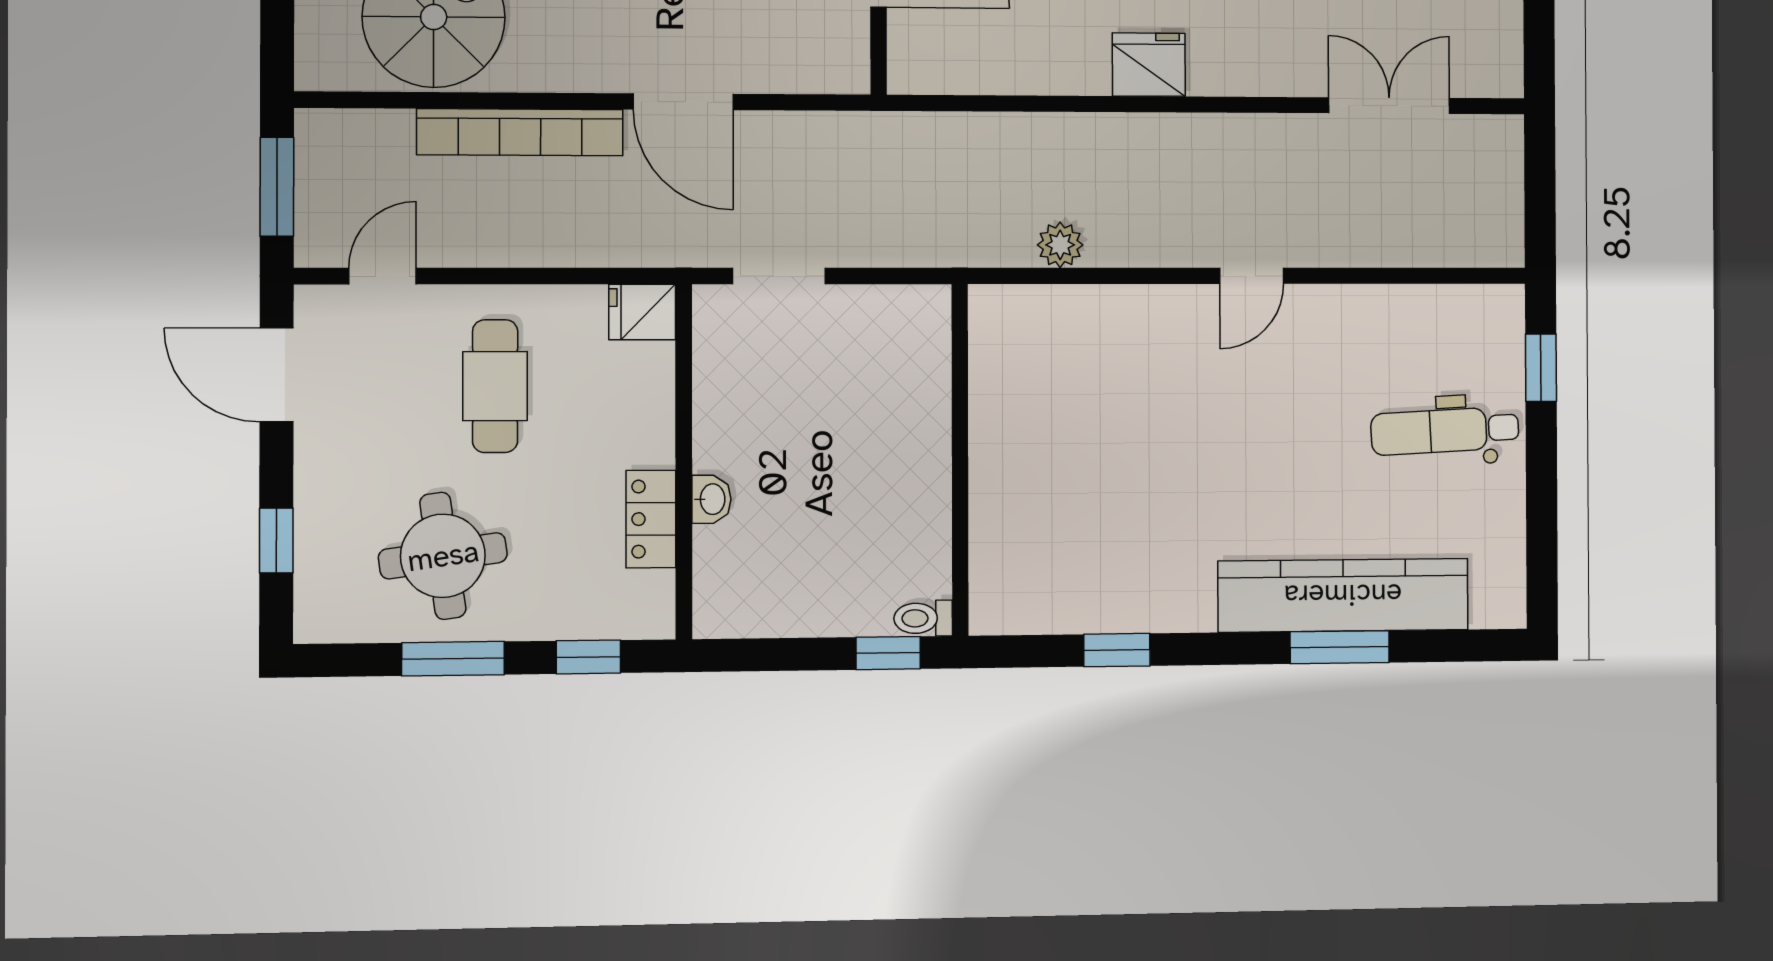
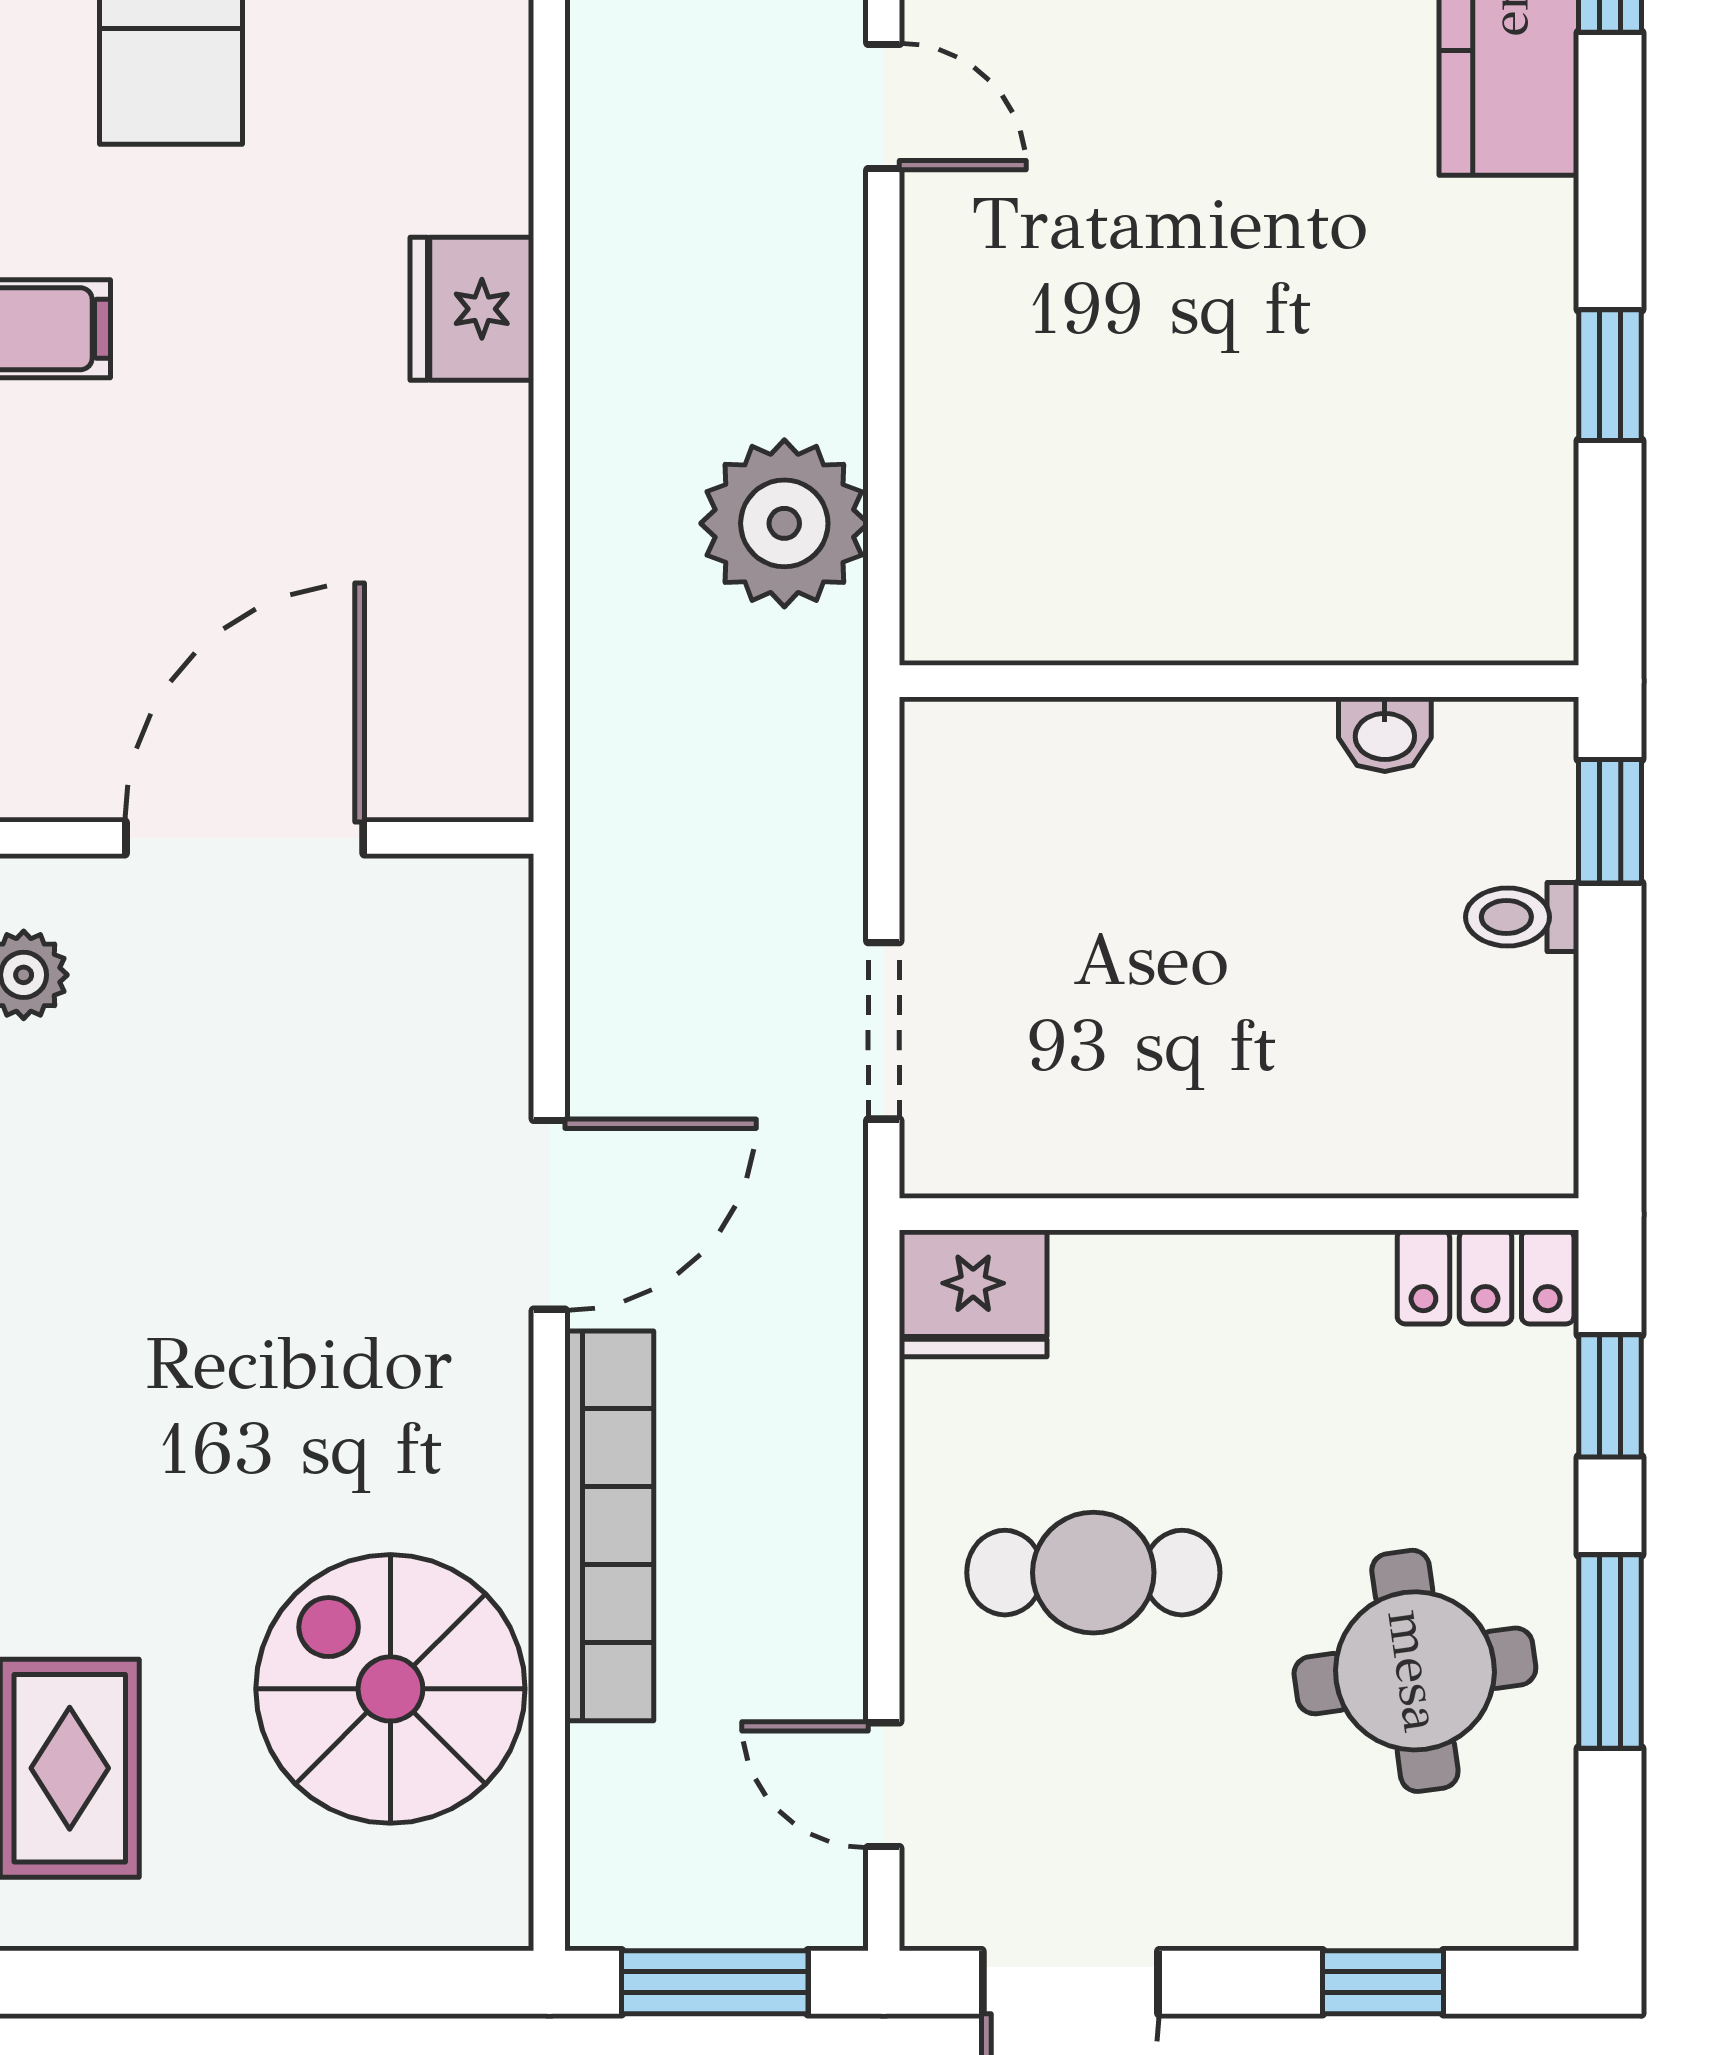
plant: (1060, 245) -> (784, 523), width x1.88, depth x1.88
fridge: (642, 312) -> (973, 1293), width x1.38
washbasin: (711, 499) -> (1385, 734), moved, turned 180
locker: (651, 519) -> (1486, 1277), moved
toilet: (923, 618) -> (1522, 917), moved, turned 90

